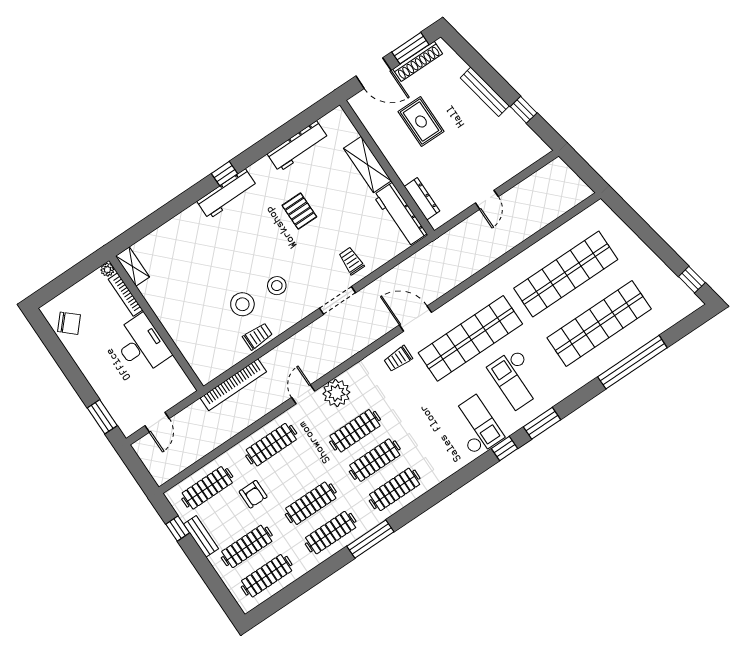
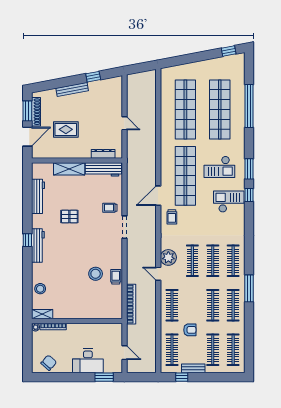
stool: (277, 286) -> (40, 289), moved
desk: (141, 345) -> (88, 361), moved, turned 180

